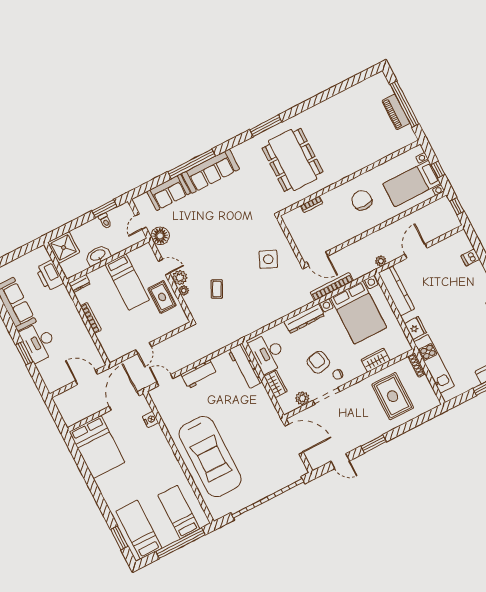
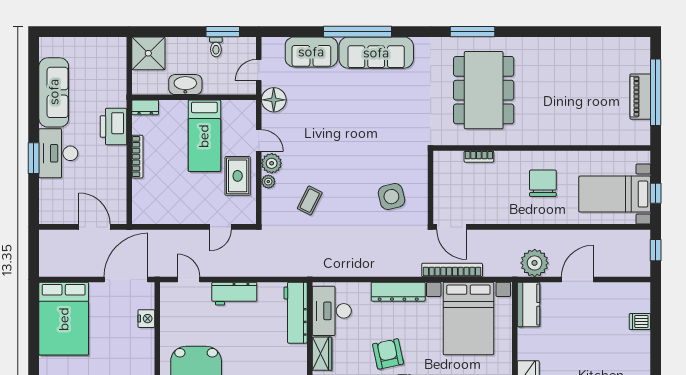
side table: (268, 259) -> (391, 197), turned -38
plant: (381, 261) -> (535, 263), width x1.88, depth x1.88
printer: (50, 276) -> (113, 126), moved
kitchen counter: (396, 291) -> (528, 304), width x0.67
door: (144, 348) -> (220, 227), moved

